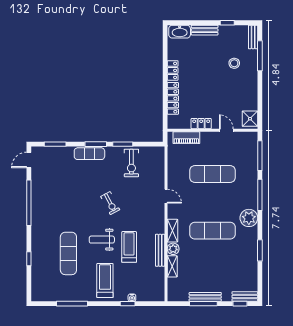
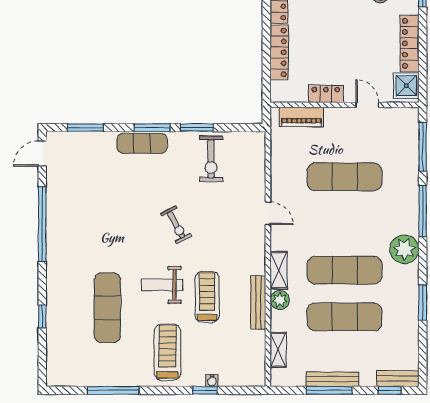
locker: (252, 93) -> (410, 43), added
exercise mat: (212, 259) -> (345, 317), added
shelving: (172, 266) -> (278, 350), moved

